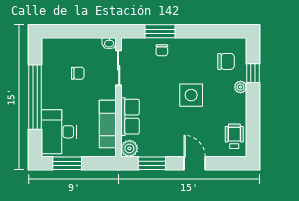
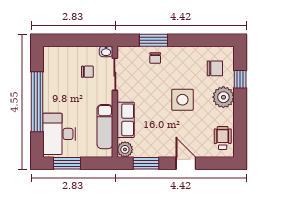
chair: (78, 73) -> (87, 72), moved
plant: (241, 87) -> (223, 97), width x1.88, depth x1.88

